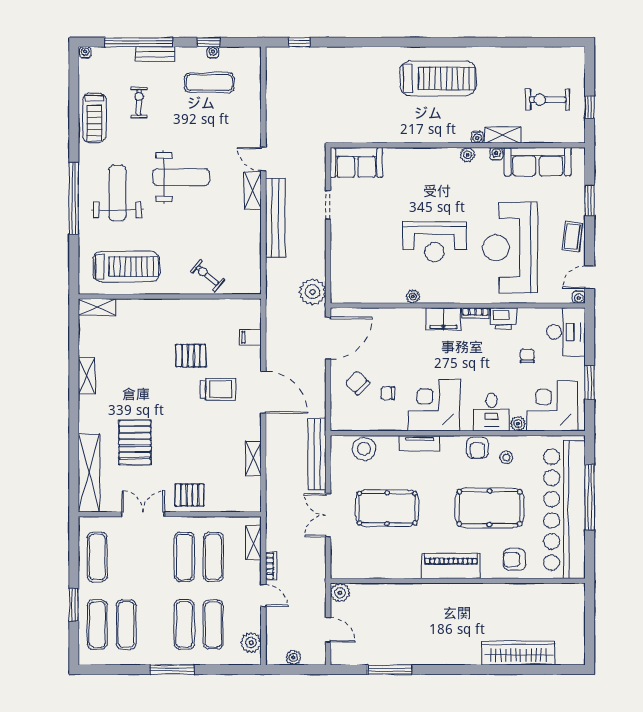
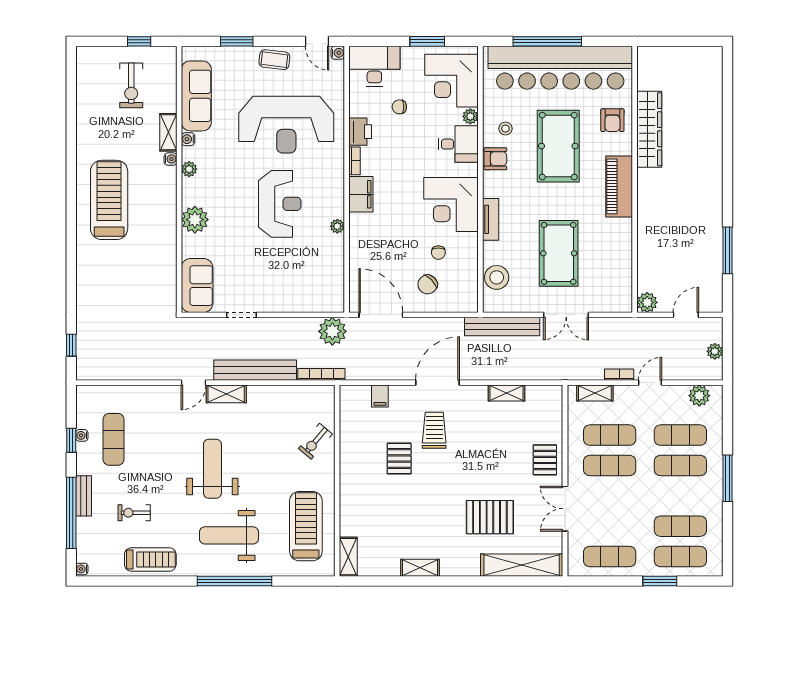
plant: (419, 160) -> (195, 220), added
bookcase: (271, 281) -> (321, 374), added
wardrobe: (518, 653) -> (649, 129), moved, turned 180

